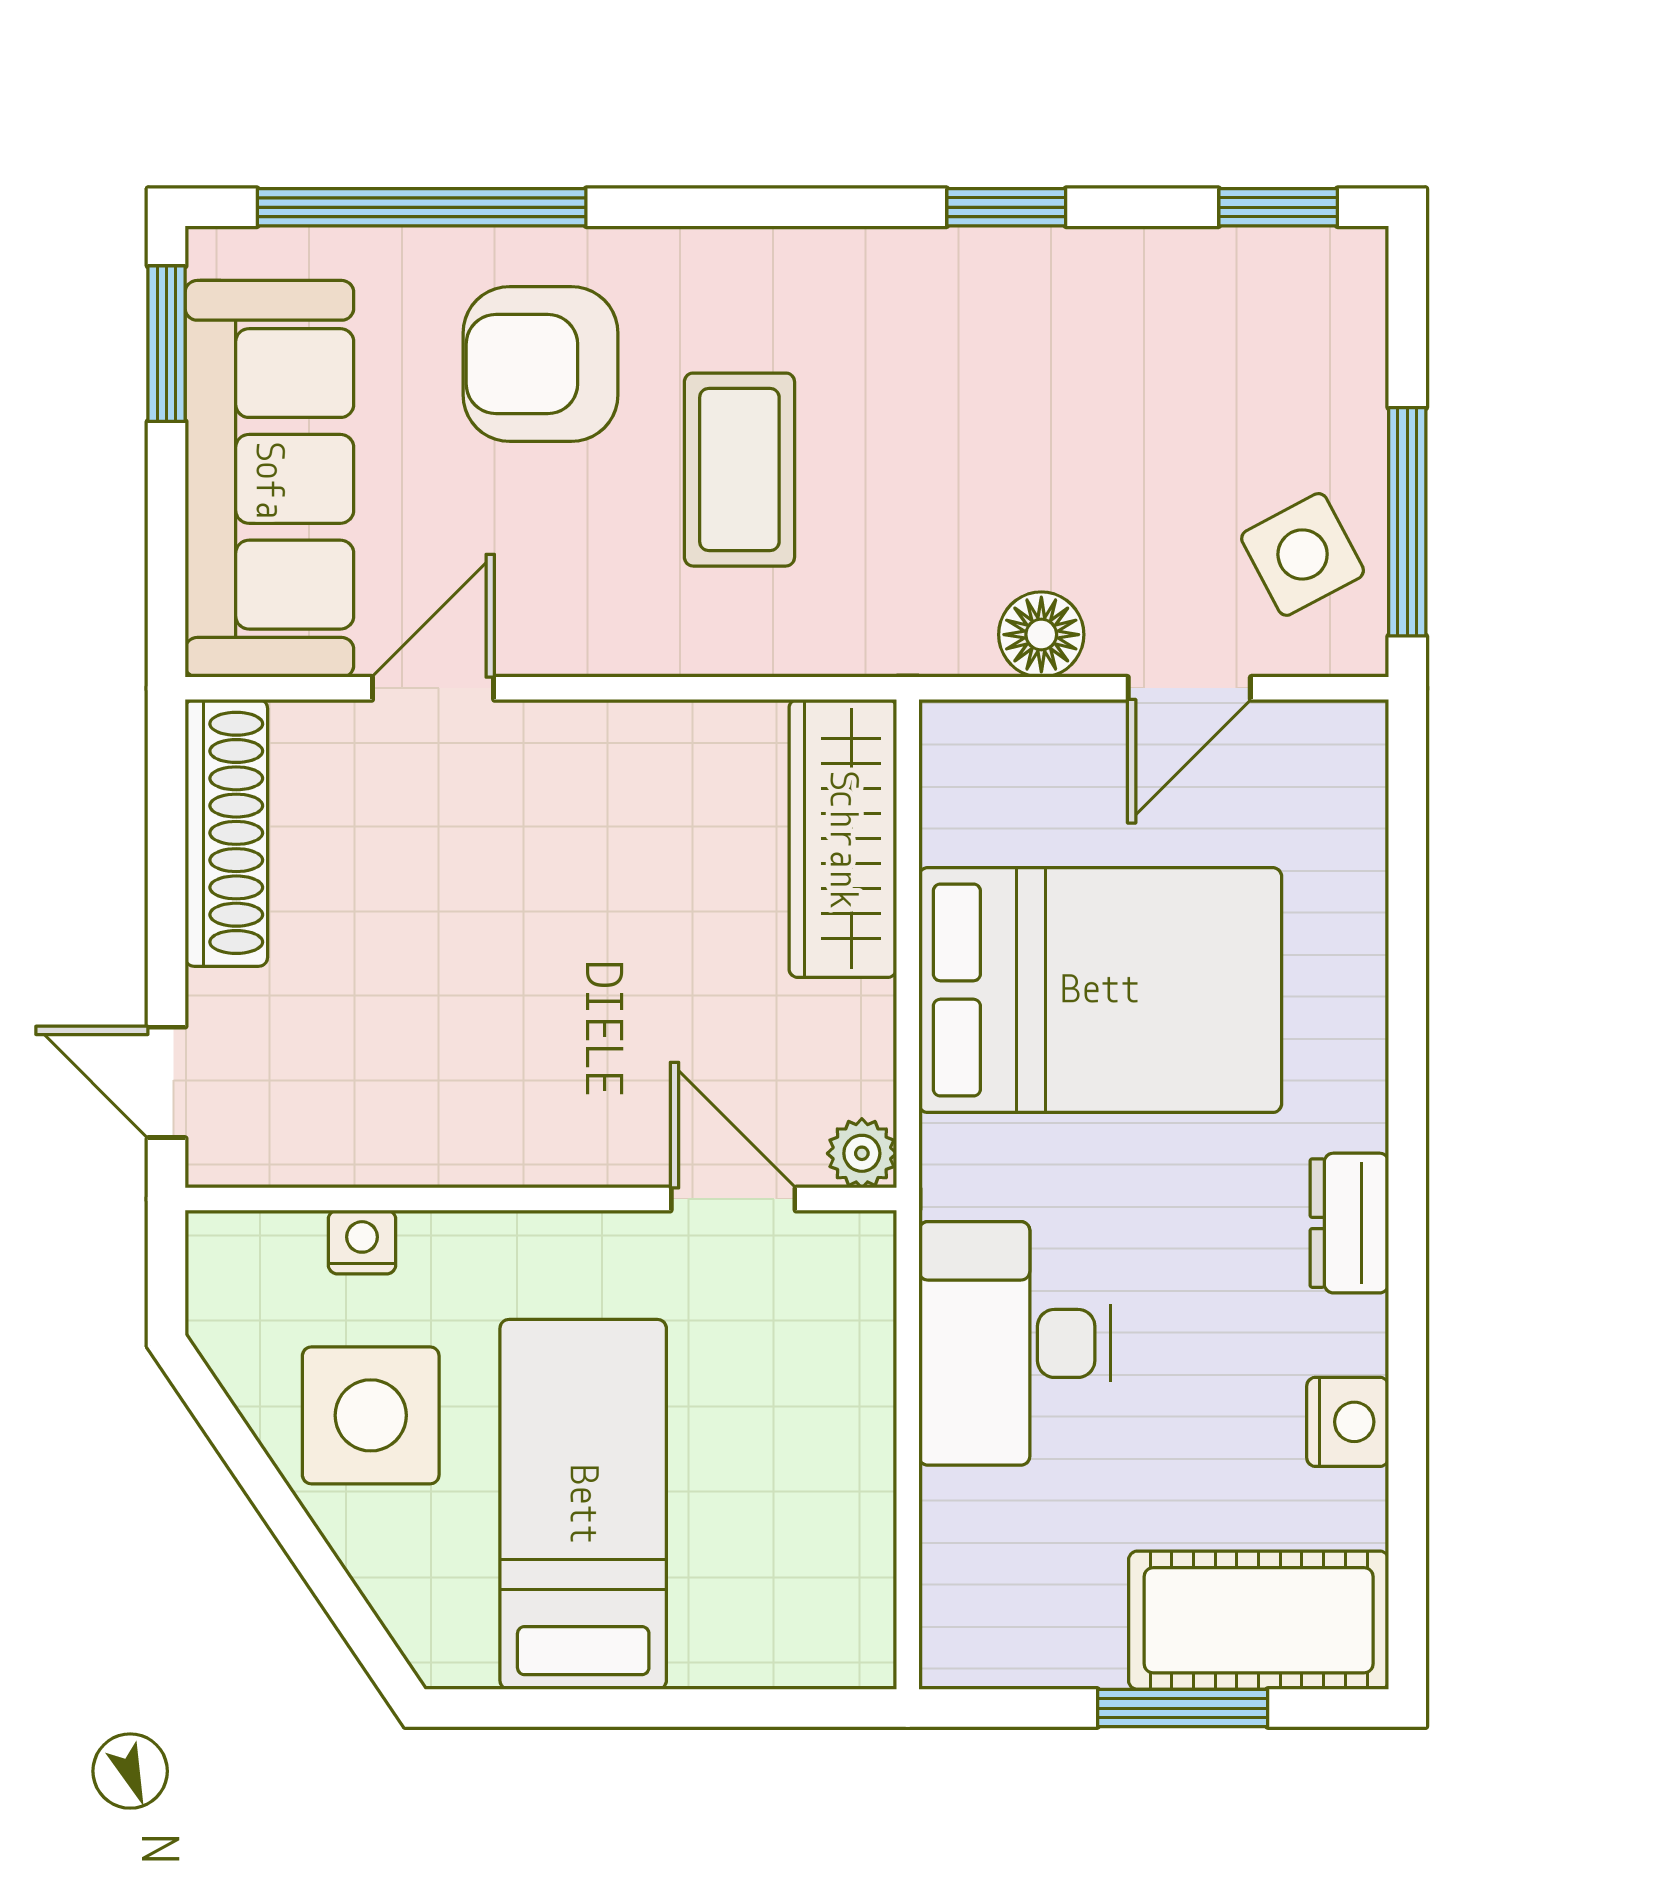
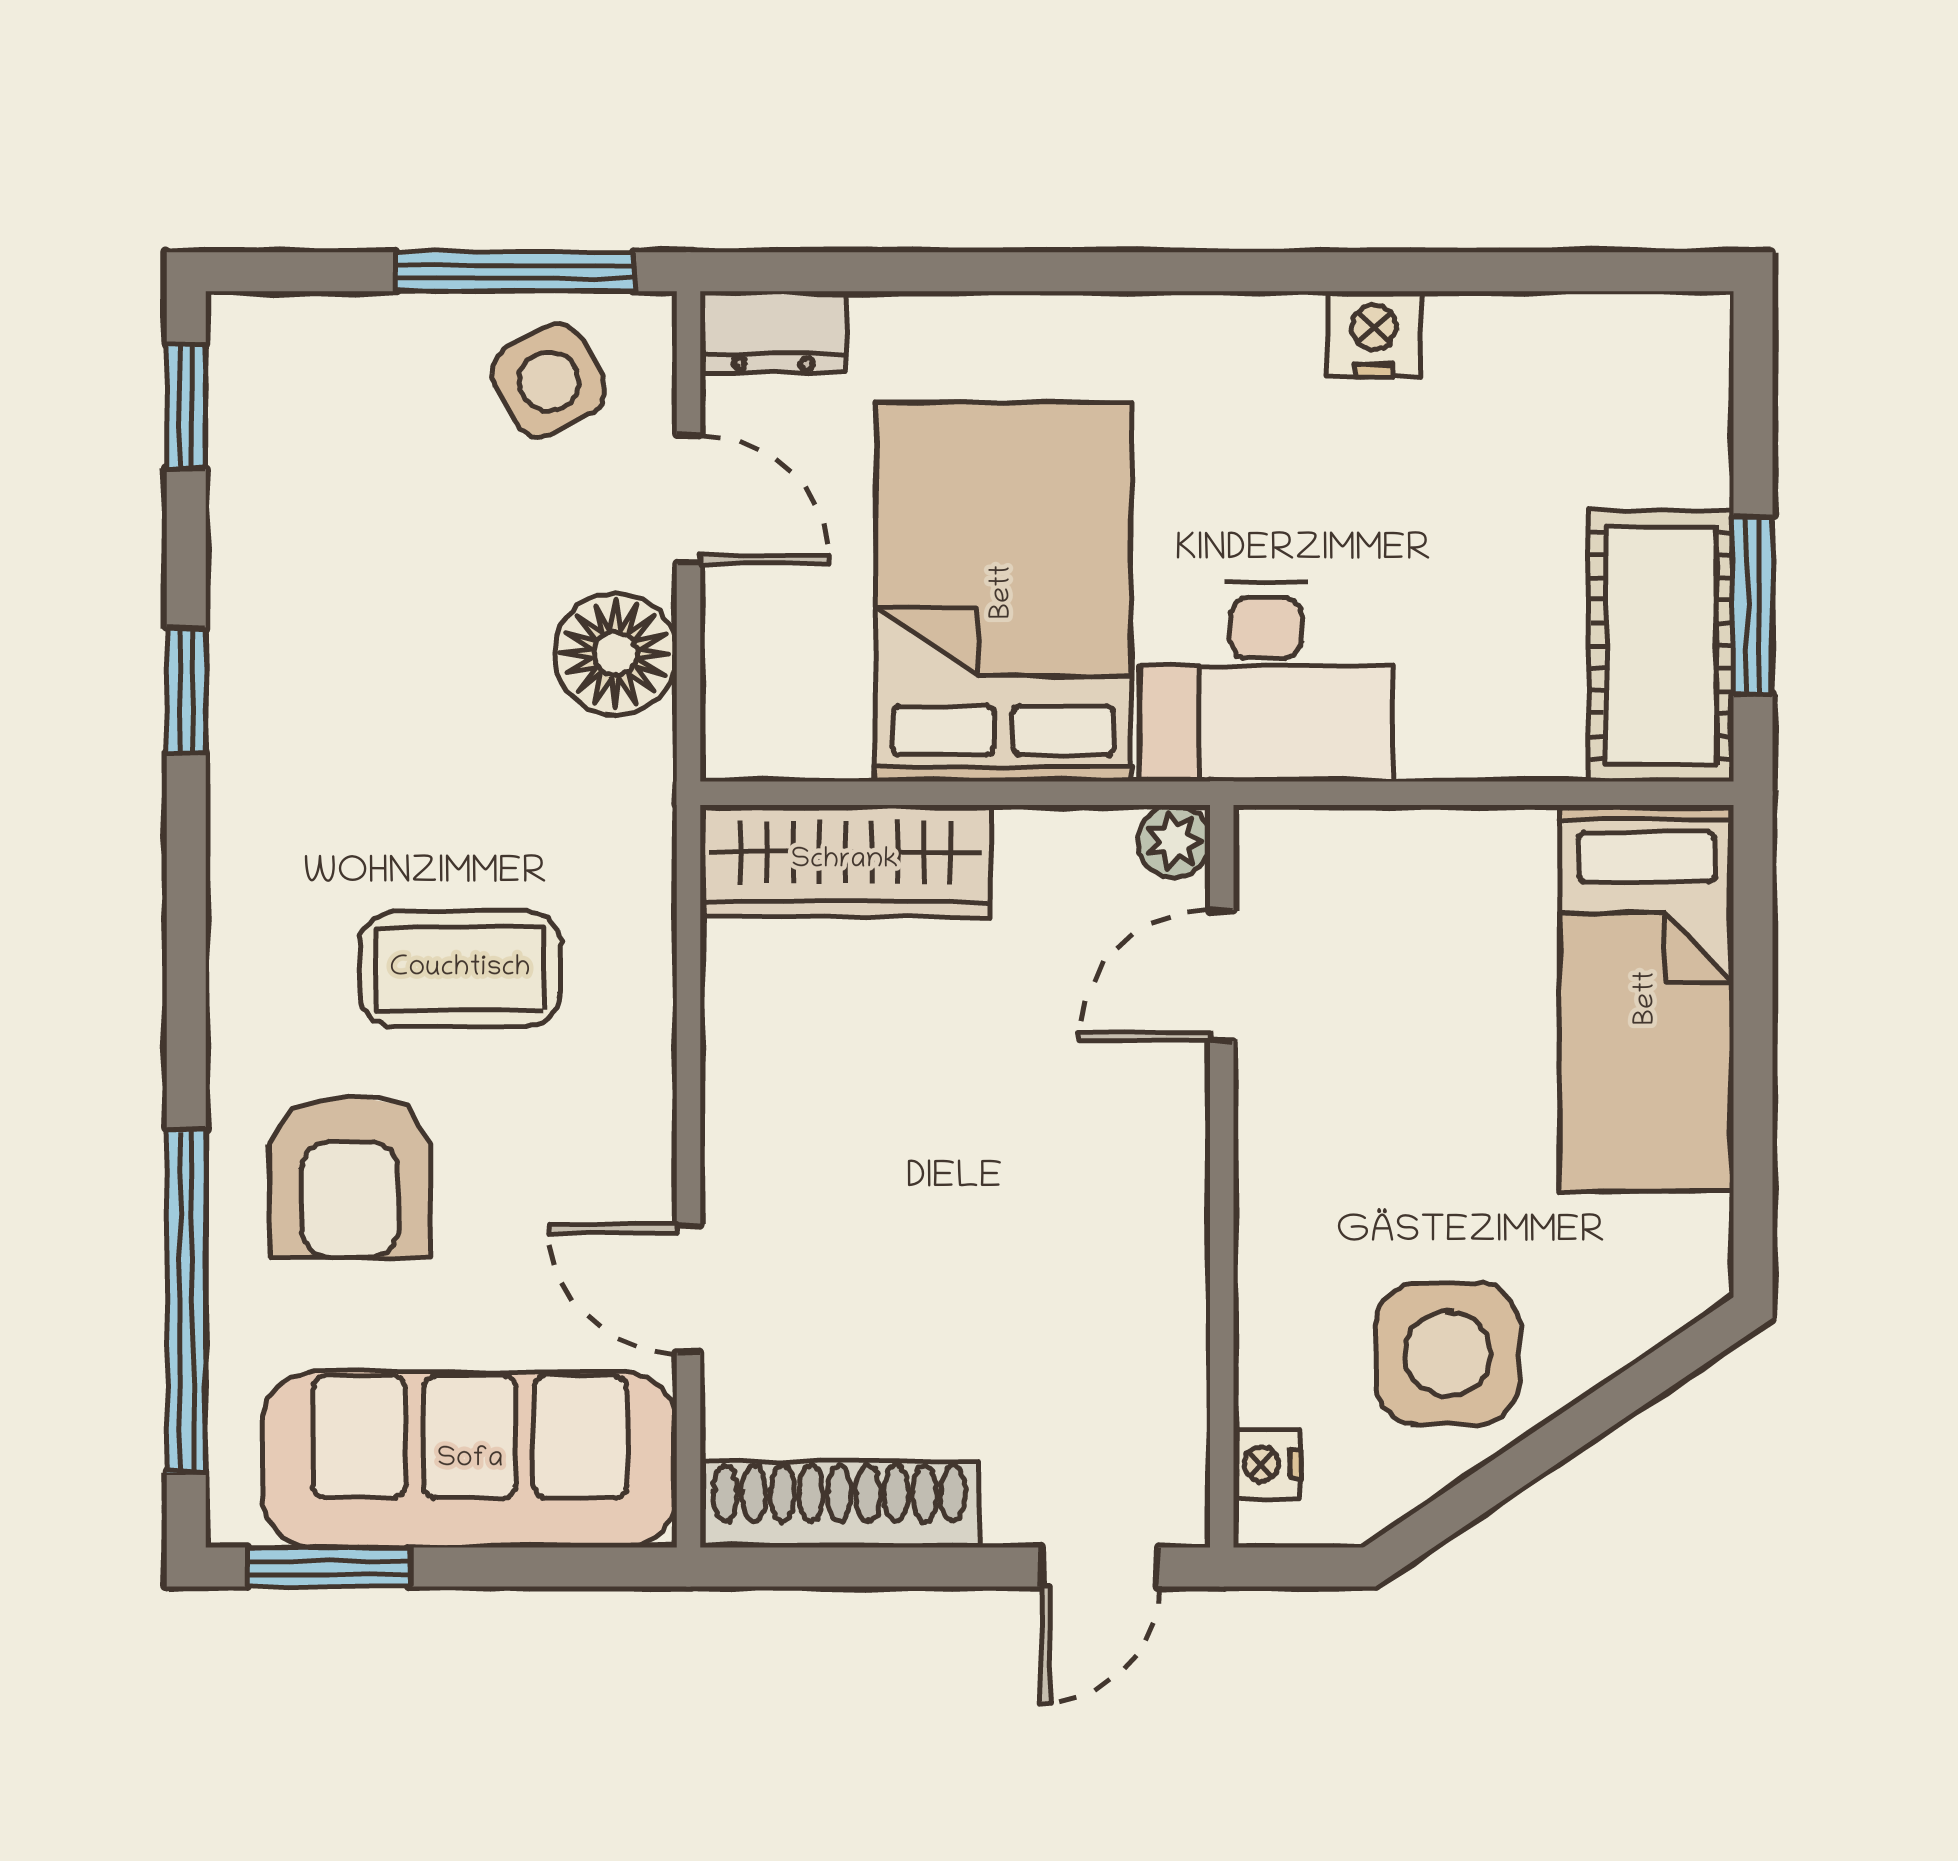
floor lamp: (1041, 635) -> (616, 654), width x1.38, depth x1.38
dresser: (1349, 1223) -> (773, 332), moved
nightstand: (362, 1242) -> (1267, 1464), moved
desk: (1014, 1343) -> (1266, 682), moved
nightstand: (1348, 1422) -> (1374, 334), moved
bed: (583, 1504) -> (1647, 998), moved, turned -90
cot: (1259, 1620) -> (1661, 646), moved
window: (1183, 1708) -> (1753, 606), moved

